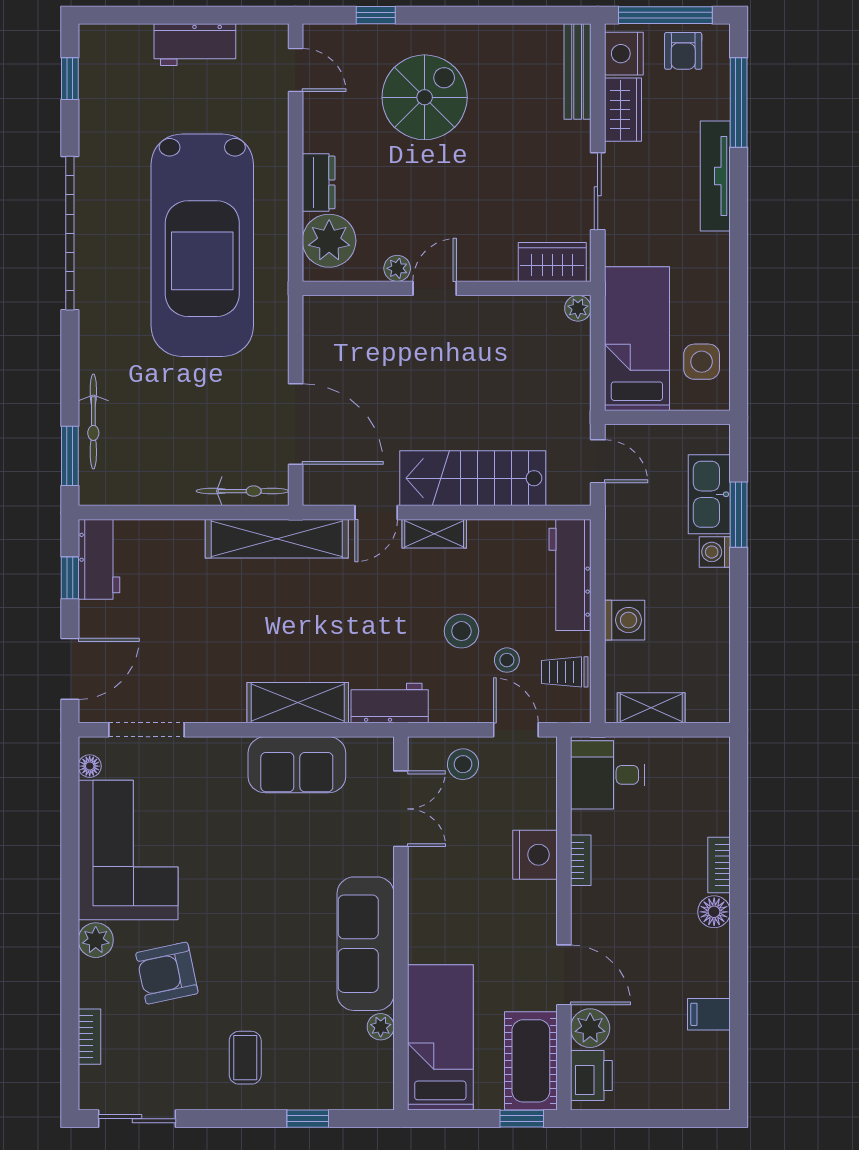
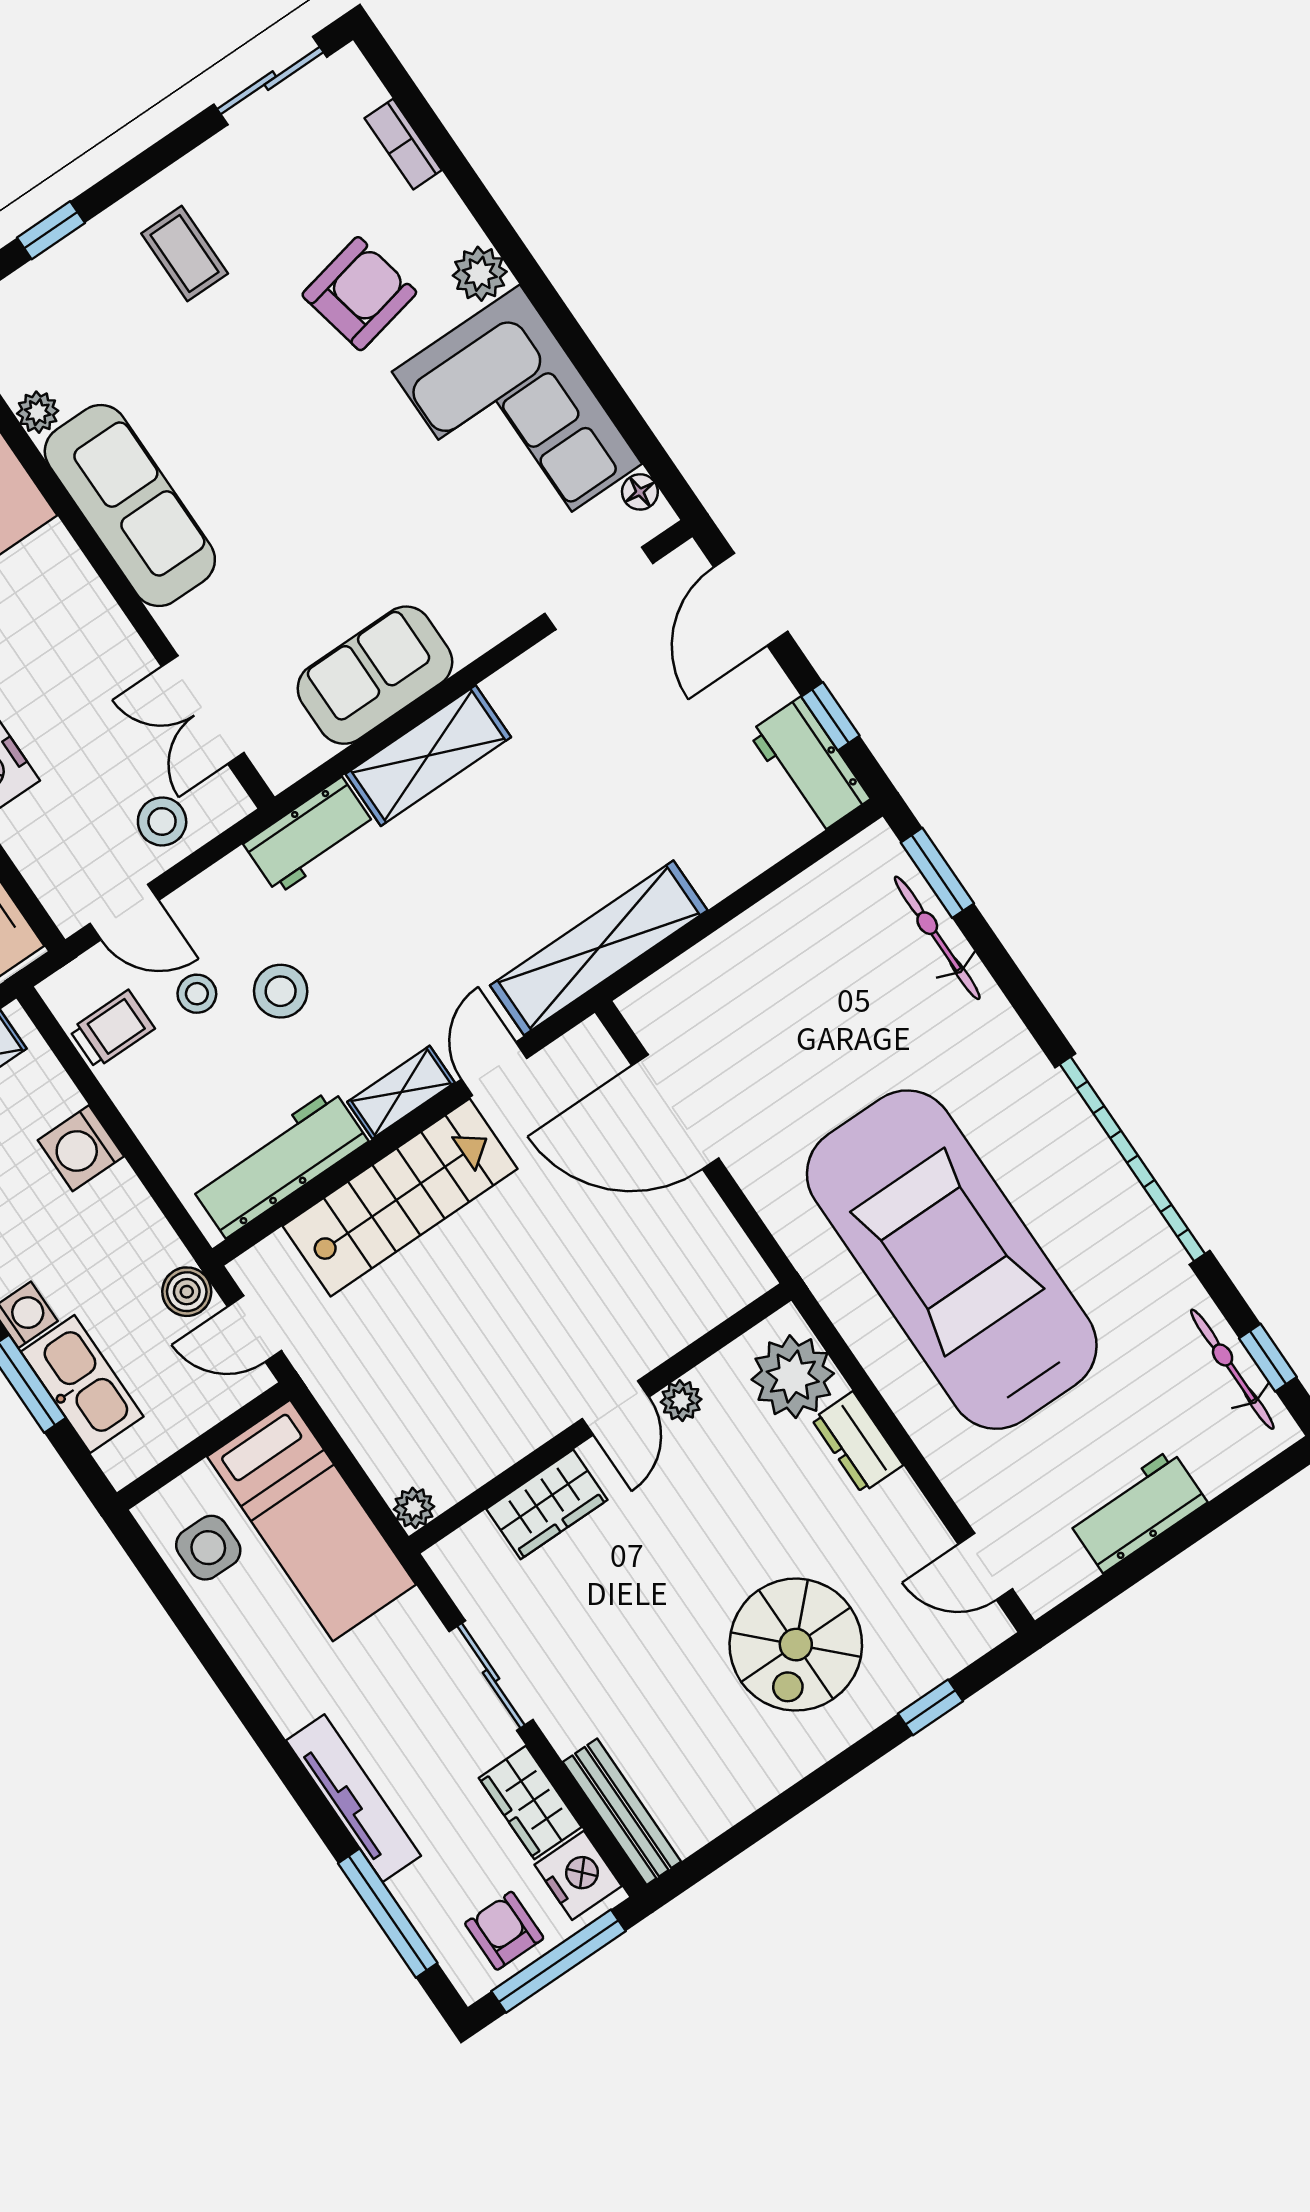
wardrobe: (552, 262) -> (547, 1504), moved
bicycle: (242, 491) -> (1232, 1369), moved, turned 90
boiler: (620, 505) -> (187, 1292), added
workbench: (570, 575) -> (279, 1163), moved, turned -90

